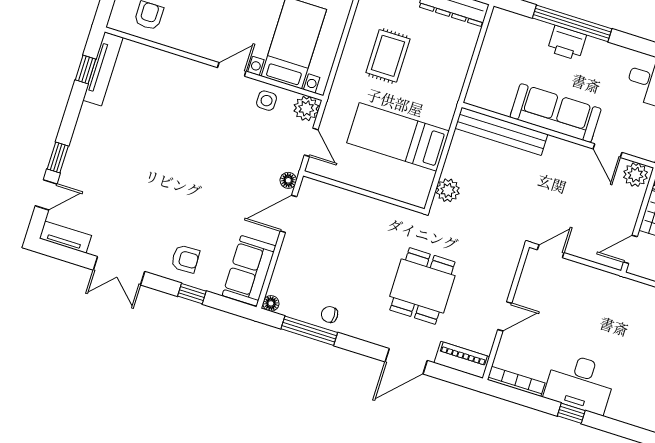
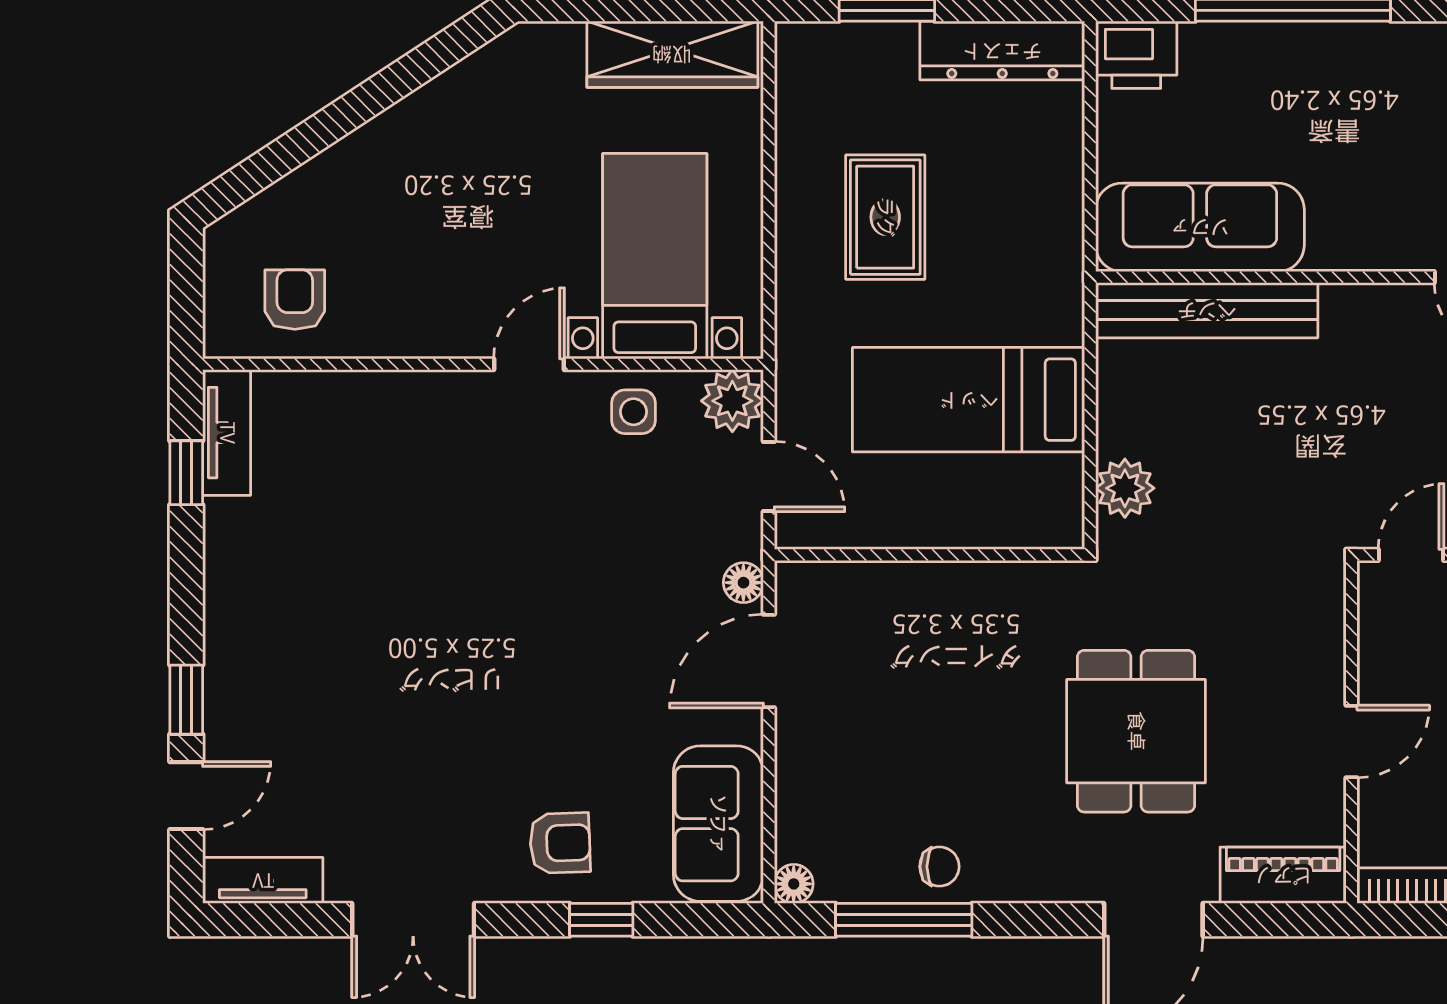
printer: (567, 43) -> (1136, 55), moved
tv unit: (103, 69) -> (227, 433), width x0.71
sofa: (556, 113) -> (1200, 227), moved
chair: (330, 314) -> (939, 867), turned 180

